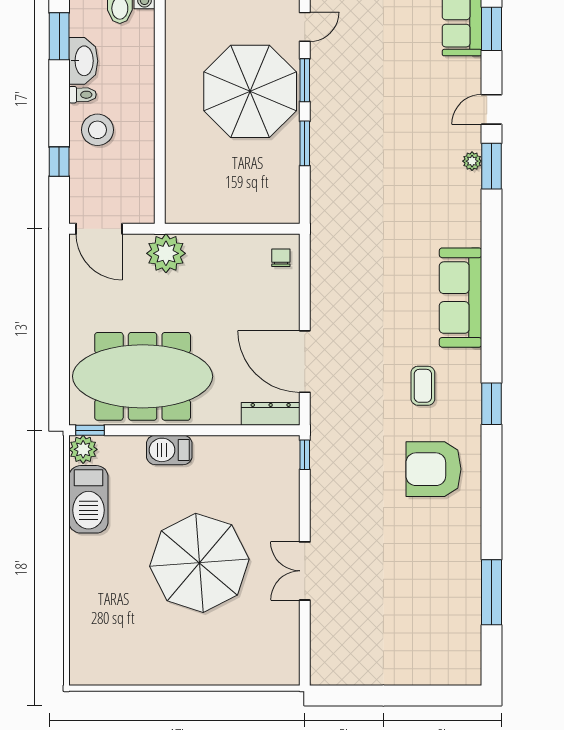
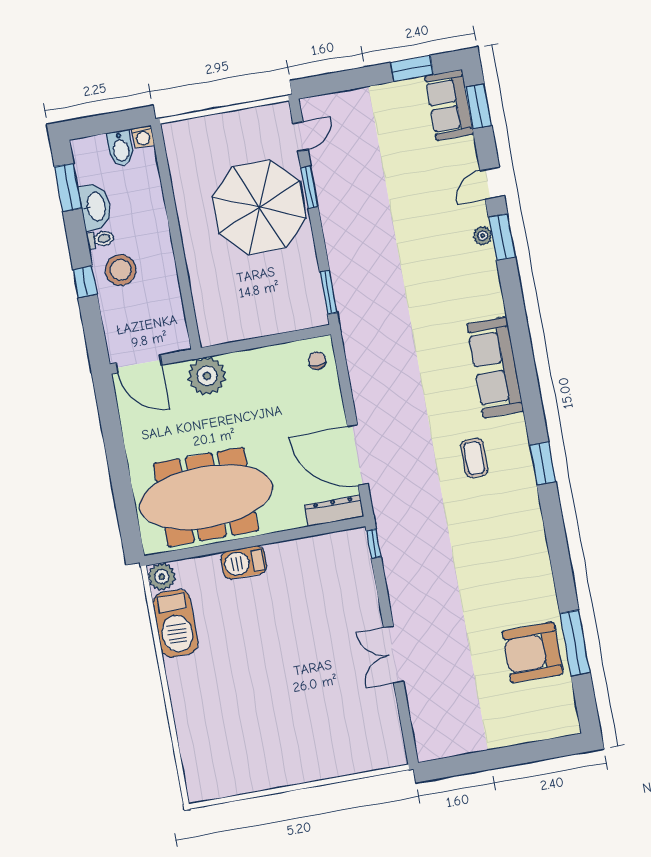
window: (305, 143) -> (328, 292), moved
window: (59, 162) -> (85, 282), moved
window: (90, 430) -> (165, 557), removed
armchair: (434, 469) -> (533, 652), moved
parasol: (199, 563) -> (292, 665), removed

